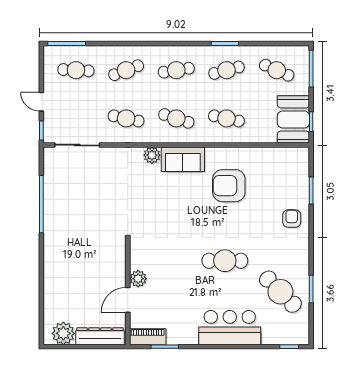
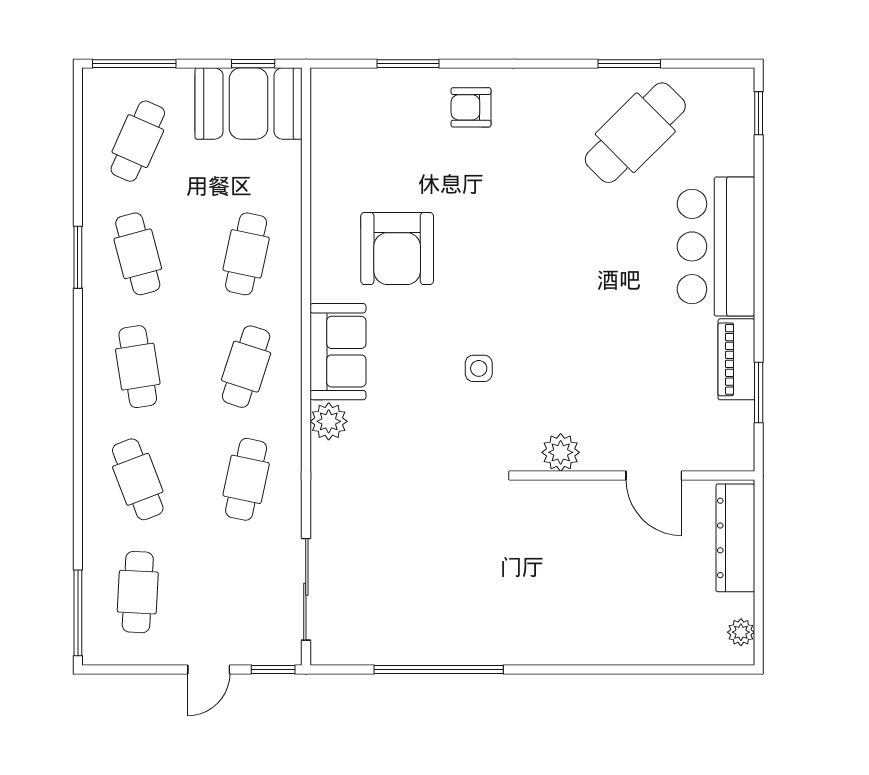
side table: (175, 222) -> (479, 368), added
cafe table: (225, 261) -> (566, 257), removed
plant: (138, 279) -> (561, 452), moved
plant: (63, 333) -> (741, 632), width x0.53, depth x0.53
piano: (148, 337) -> (736, 359), moved

